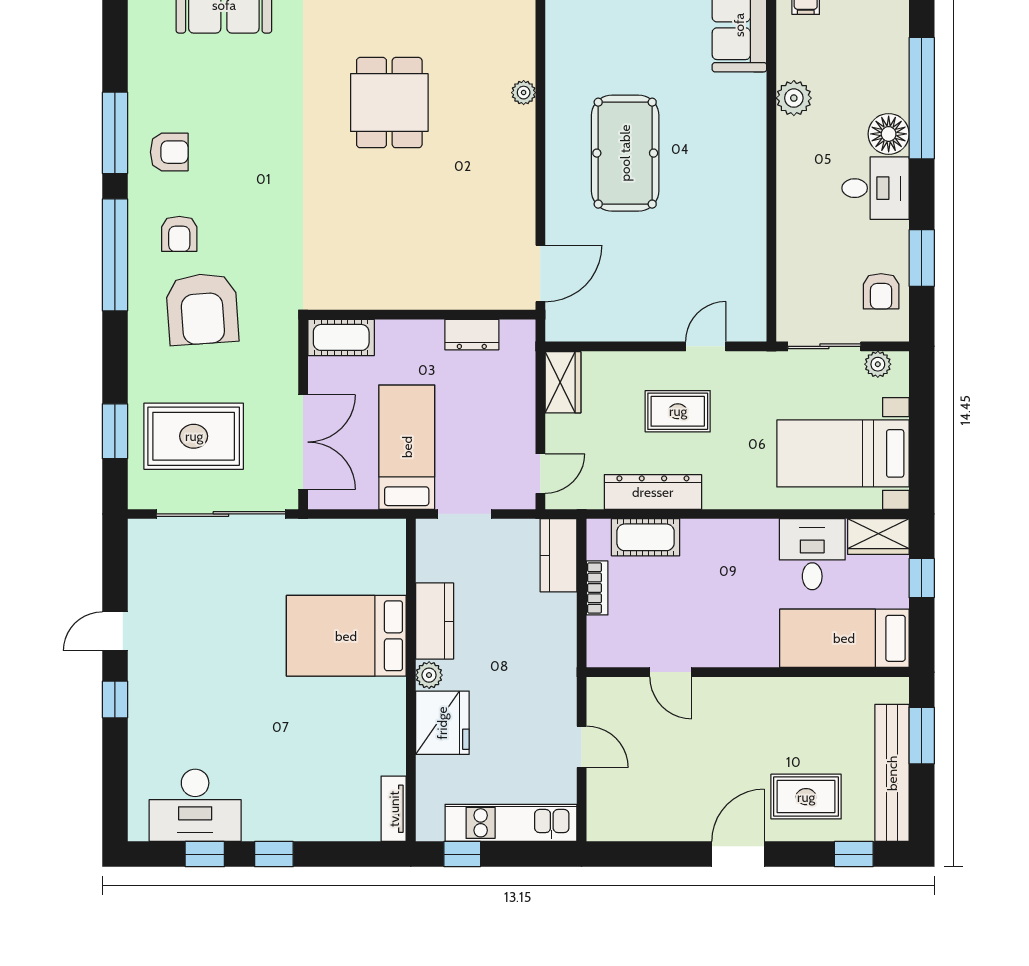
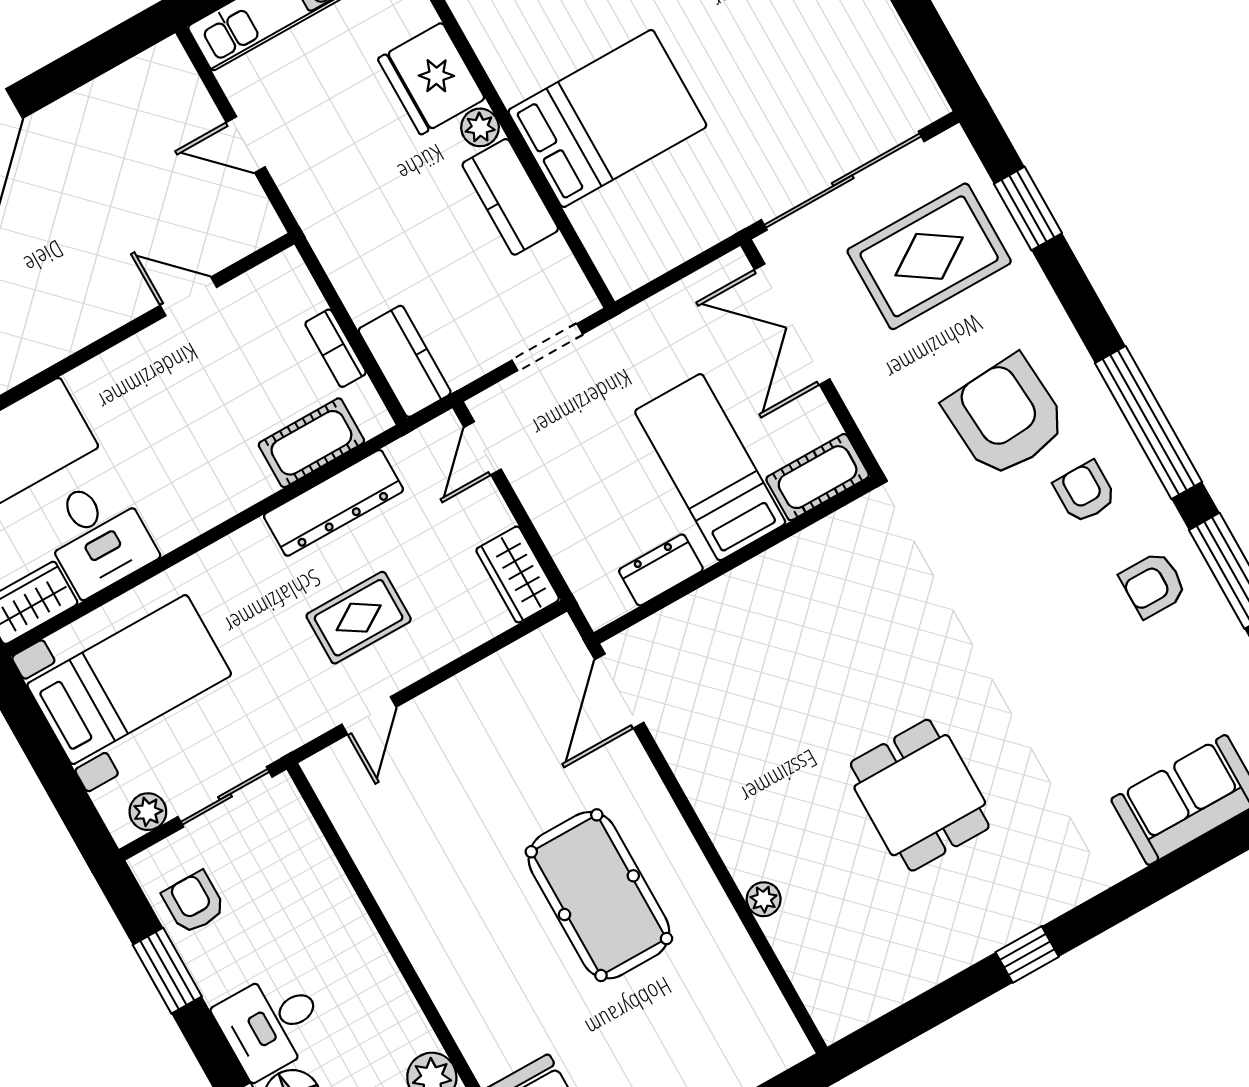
bed: (407, 447) -> (710, 467), moved, turned 180

